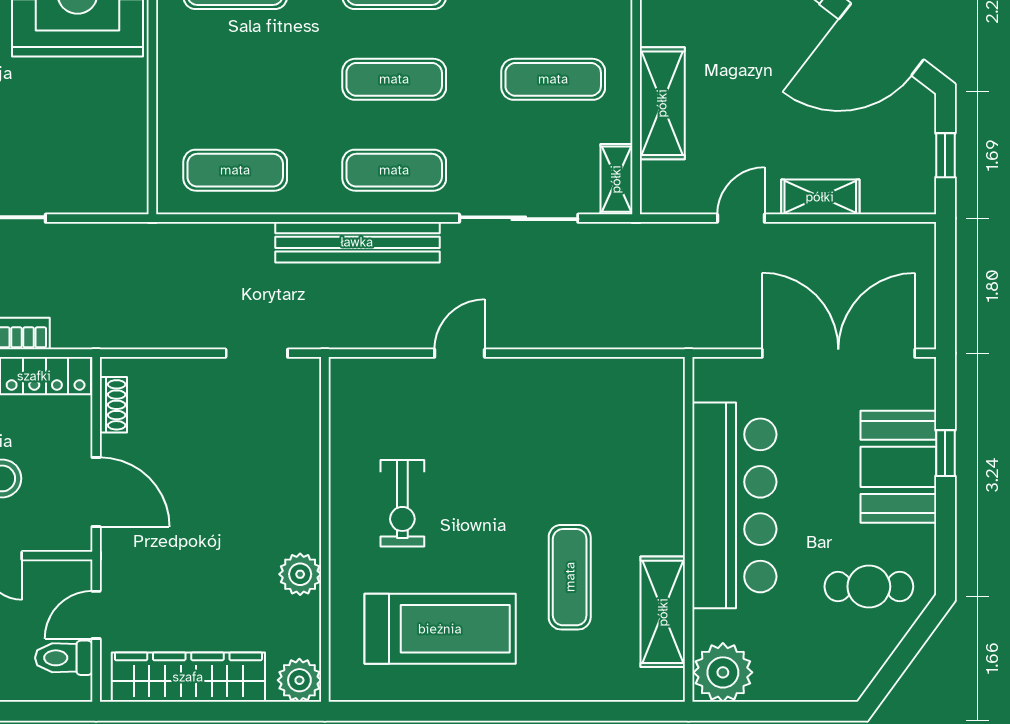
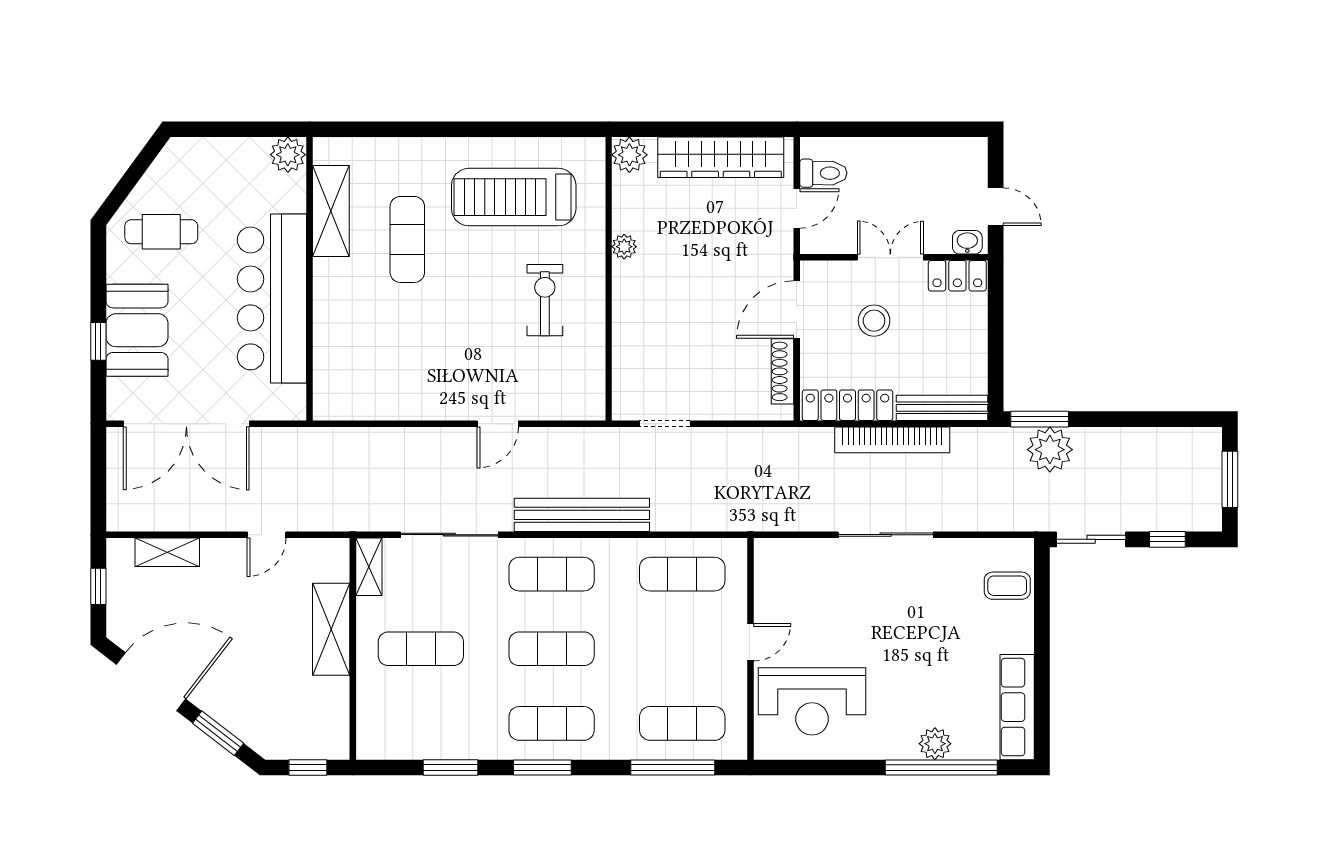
door: (152, 87) -> (750, 642), added
shelving: (820, 197) -> (167, 552), moved
shoe rack: (113, 405) -> (782, 371), width x1.43
door: (96, 492) -> (797, 310), hinge flipped
plant: (300, 574) -> (624, 247), width x0.73, depth x0.73
plant: (723, 672) -> (288, 155), width x0.73, depth x0.73

